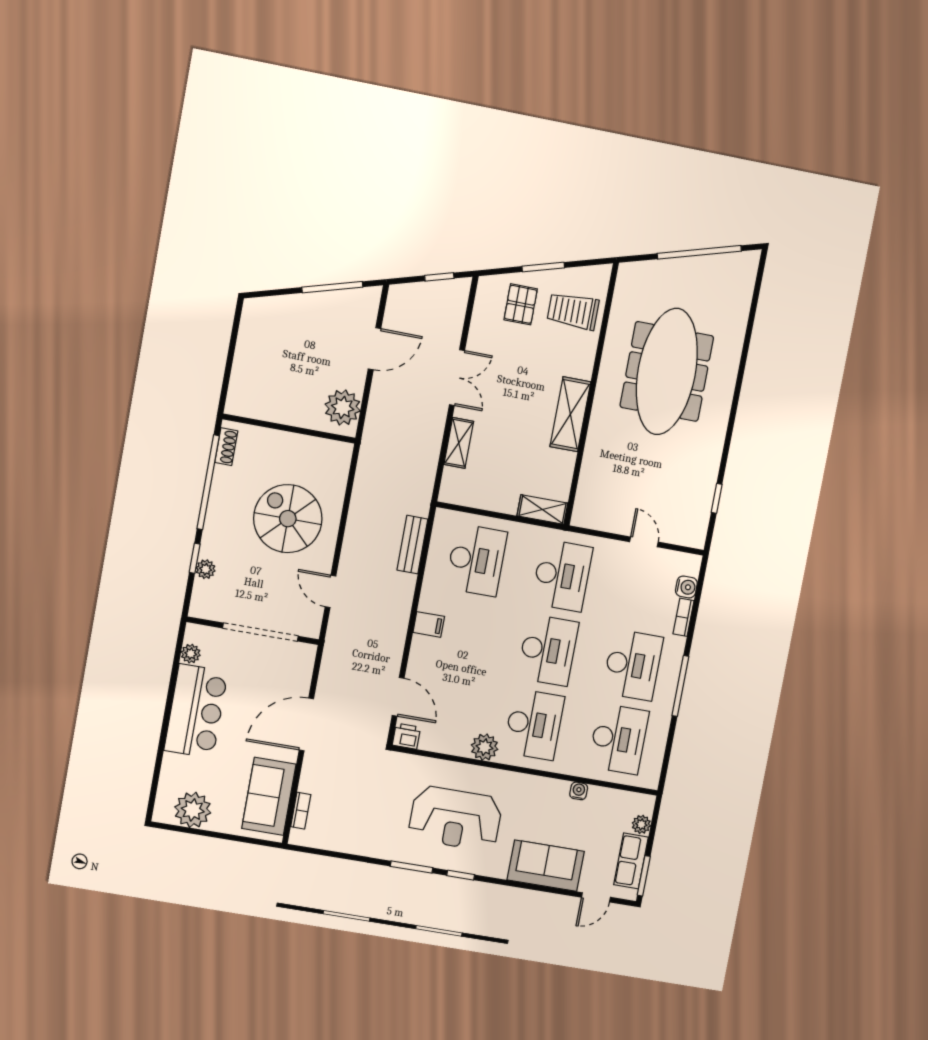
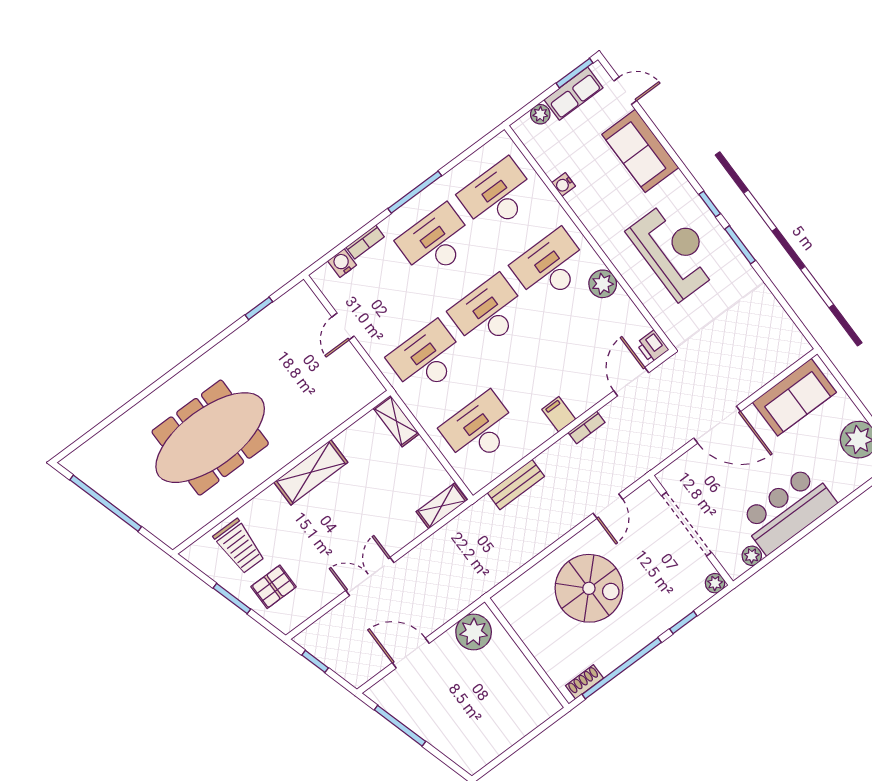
shelving: (459, 443) -> (442, 506), moved
spiral stairs: (288, 519) -> (589, 588), turned -90
plant: (206, 569) -> (715, 583), moved
bookcase: (301, 811) -> (587, 427), moved, turned 180

